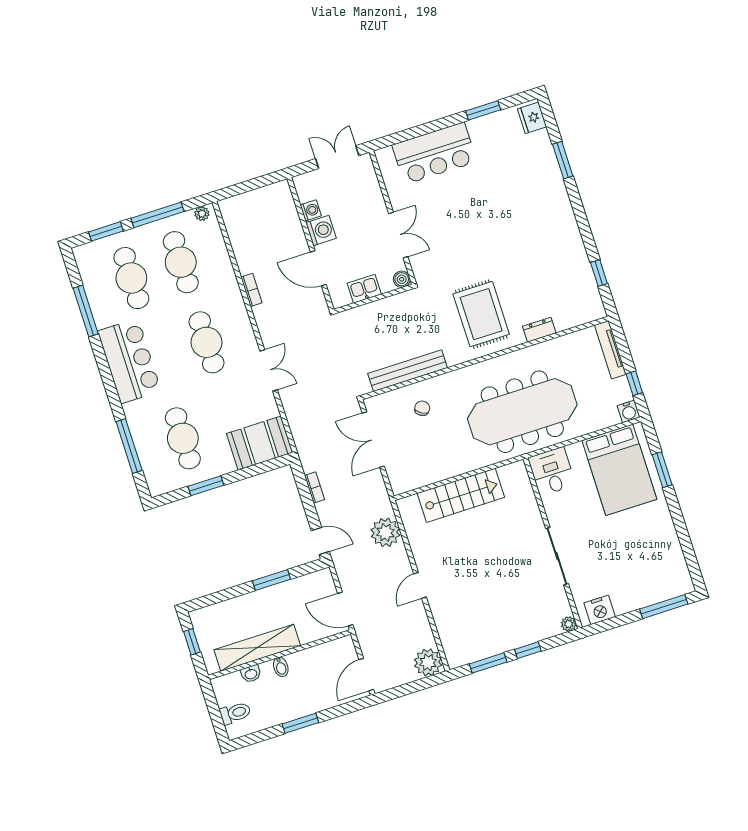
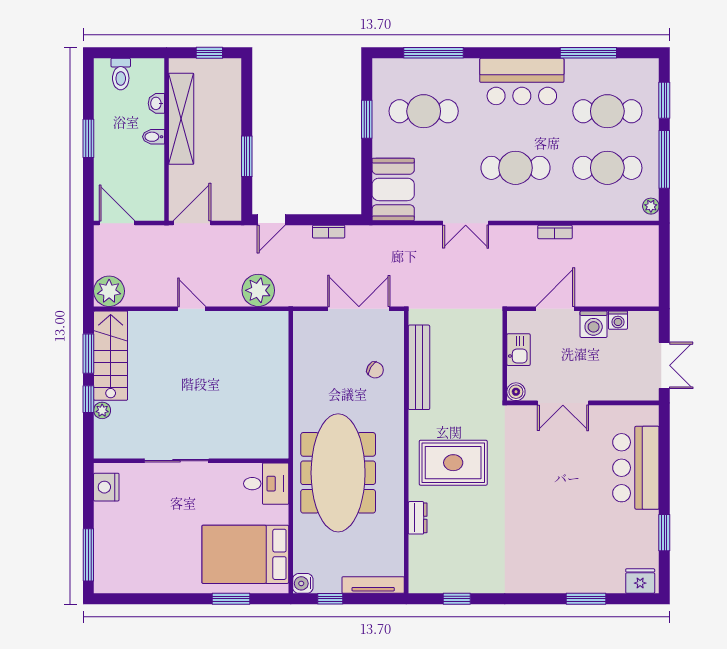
stairs: (461, 495) -> (111, 356), moved, turned 180
plant: (569, 624) -> (102, 410), moved

